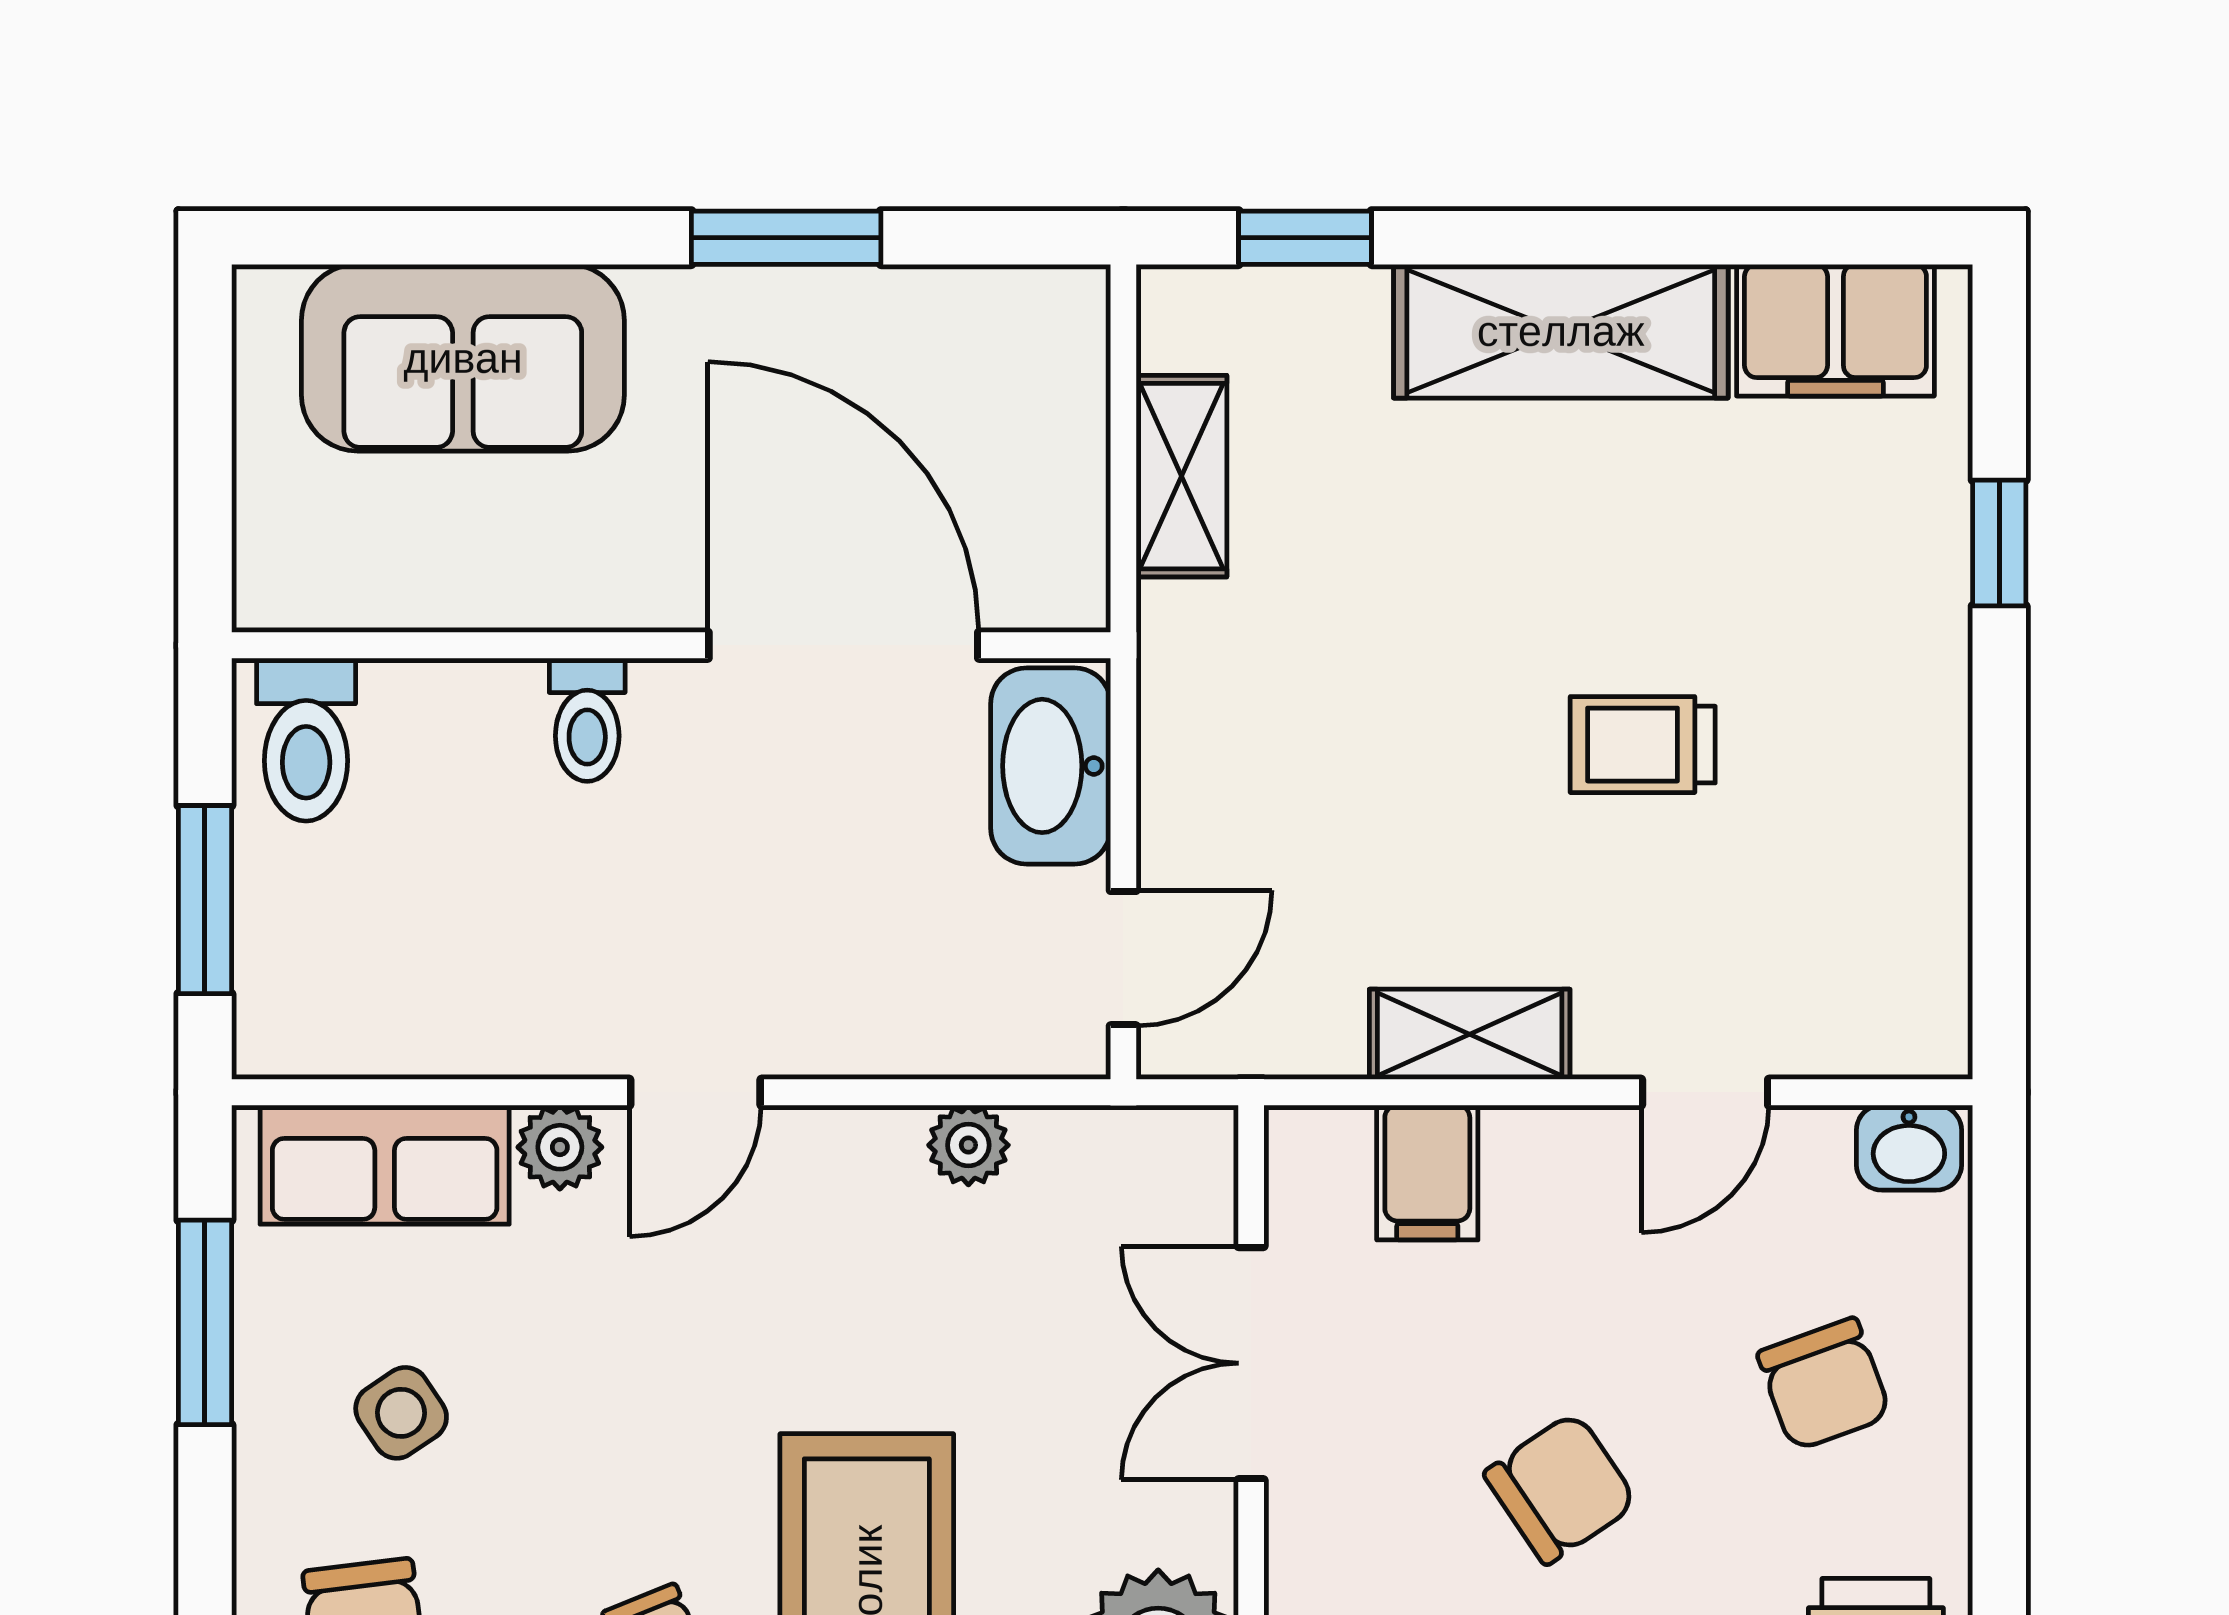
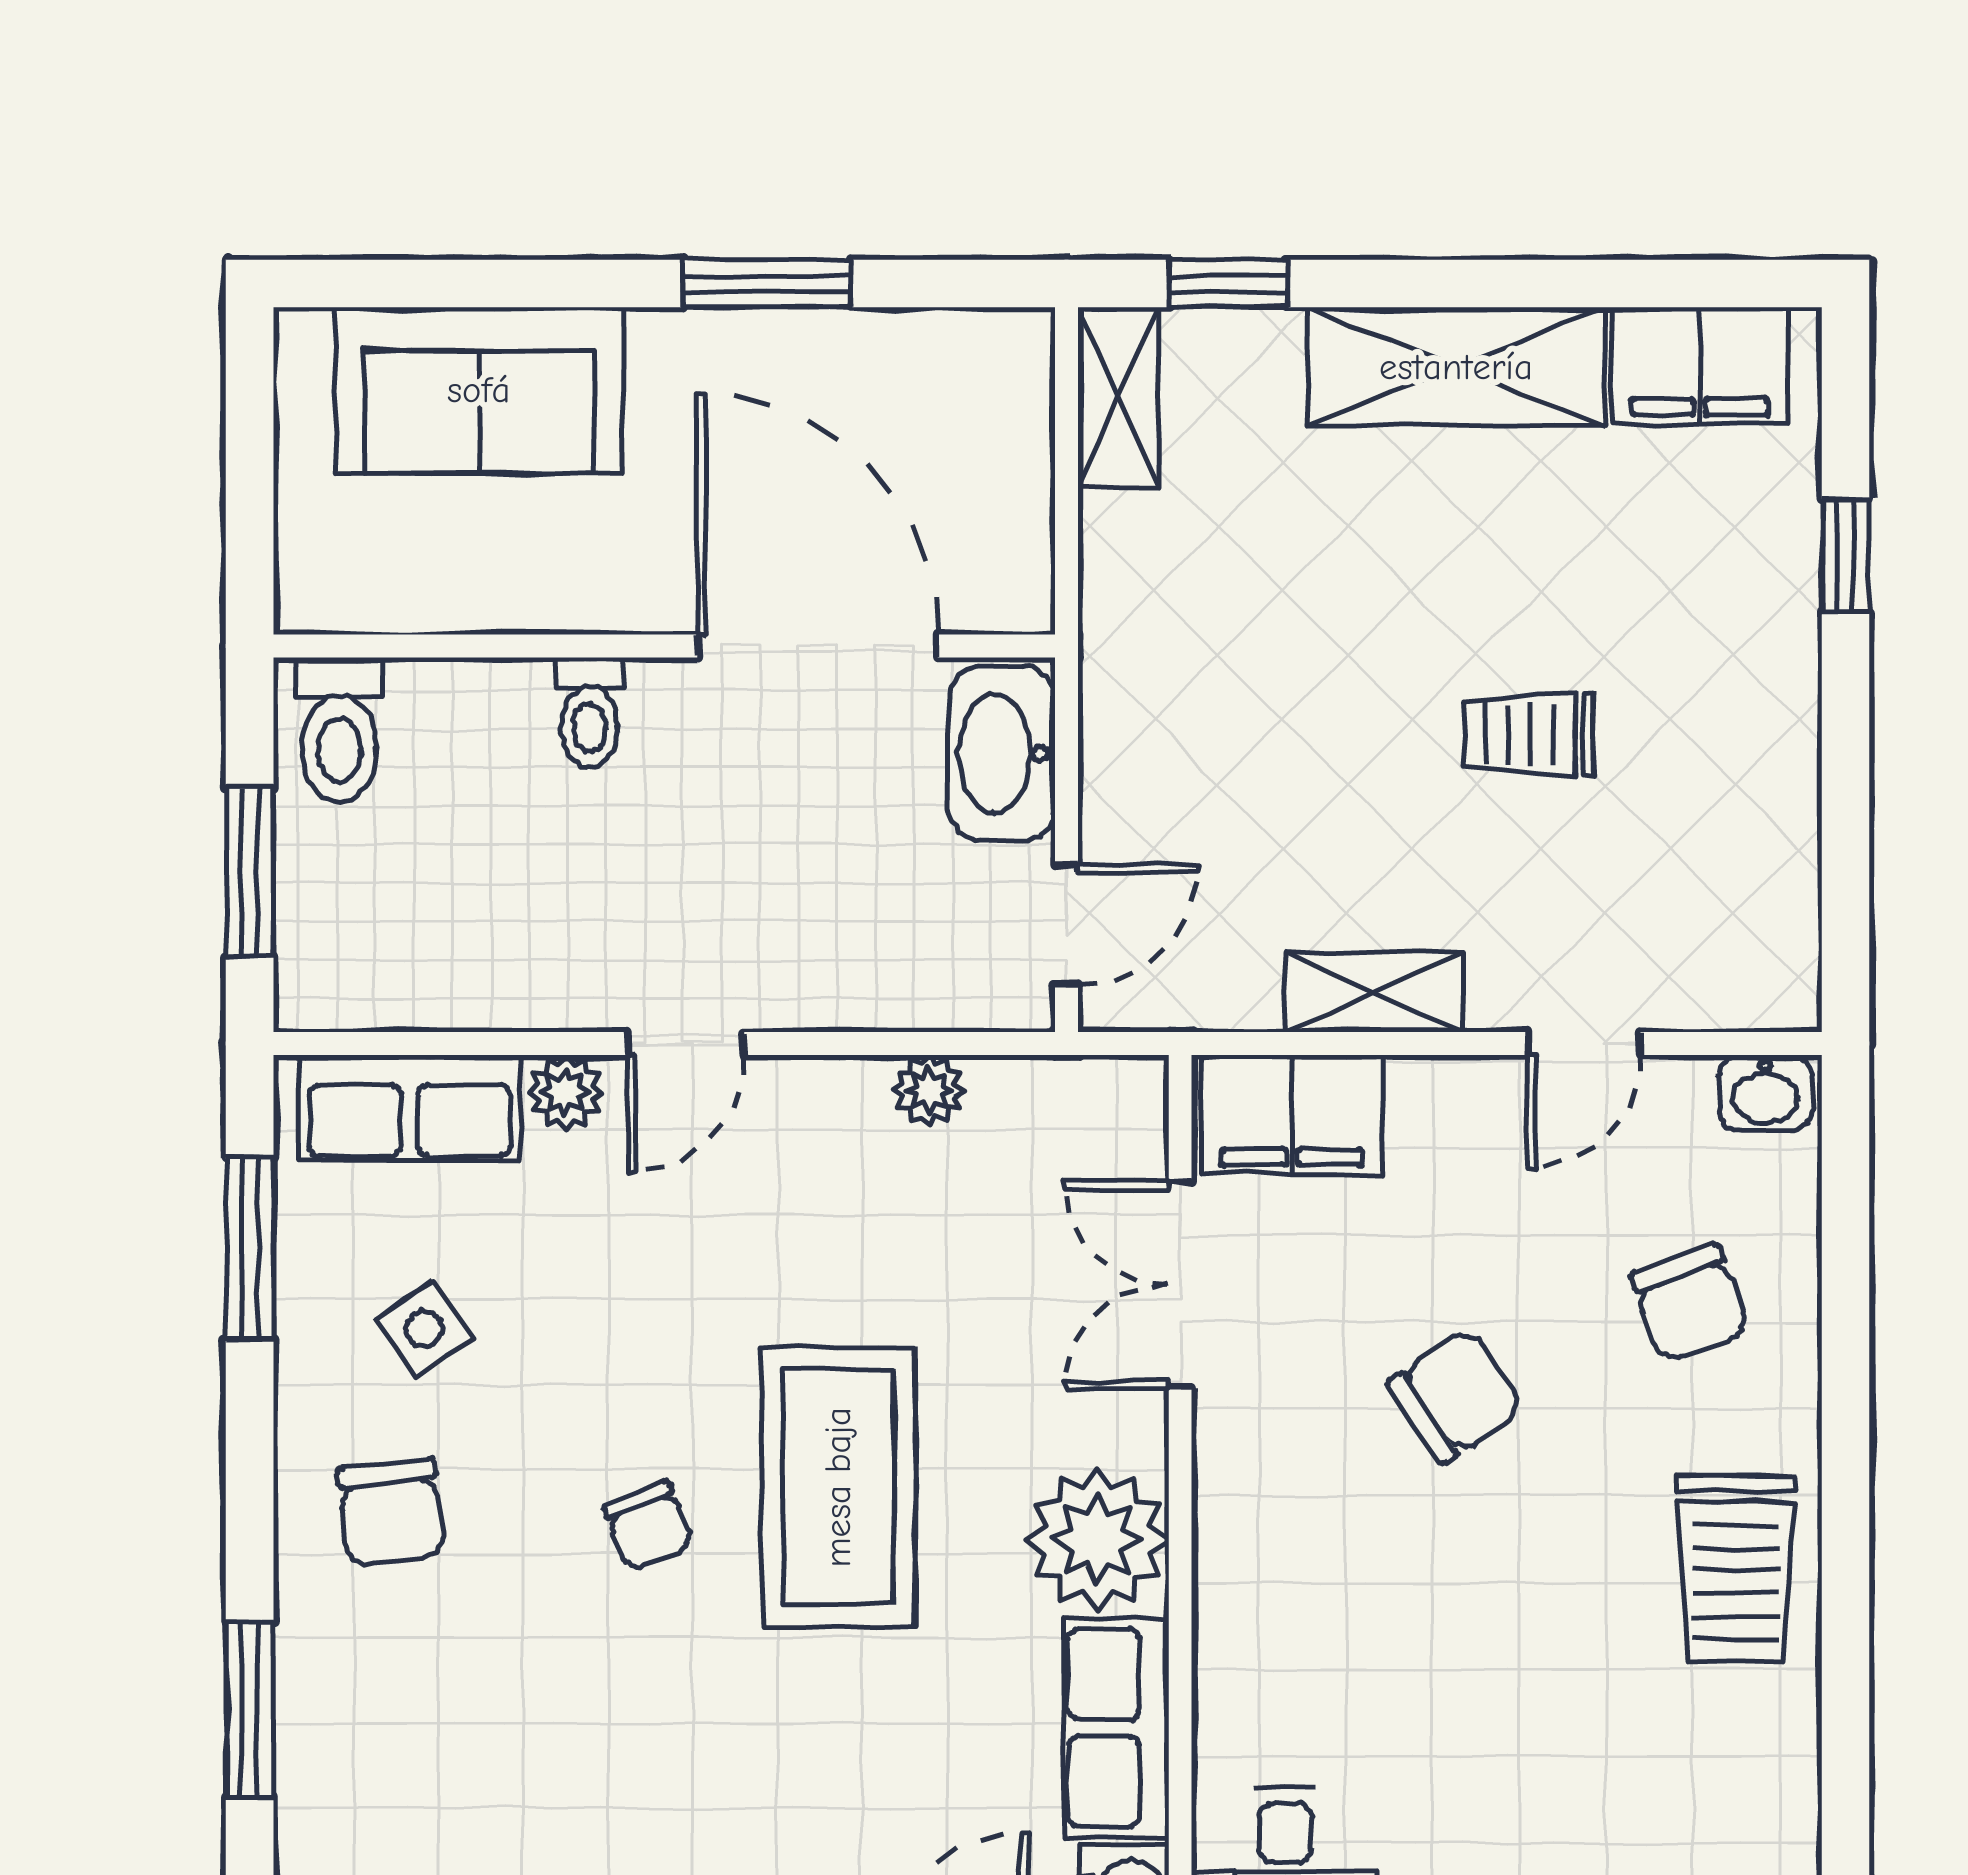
shelving: (1181, 476) -> (1118, 397), moved
filing cabinet: (1427, 1172) -> (1292, 1115), width x2.00

